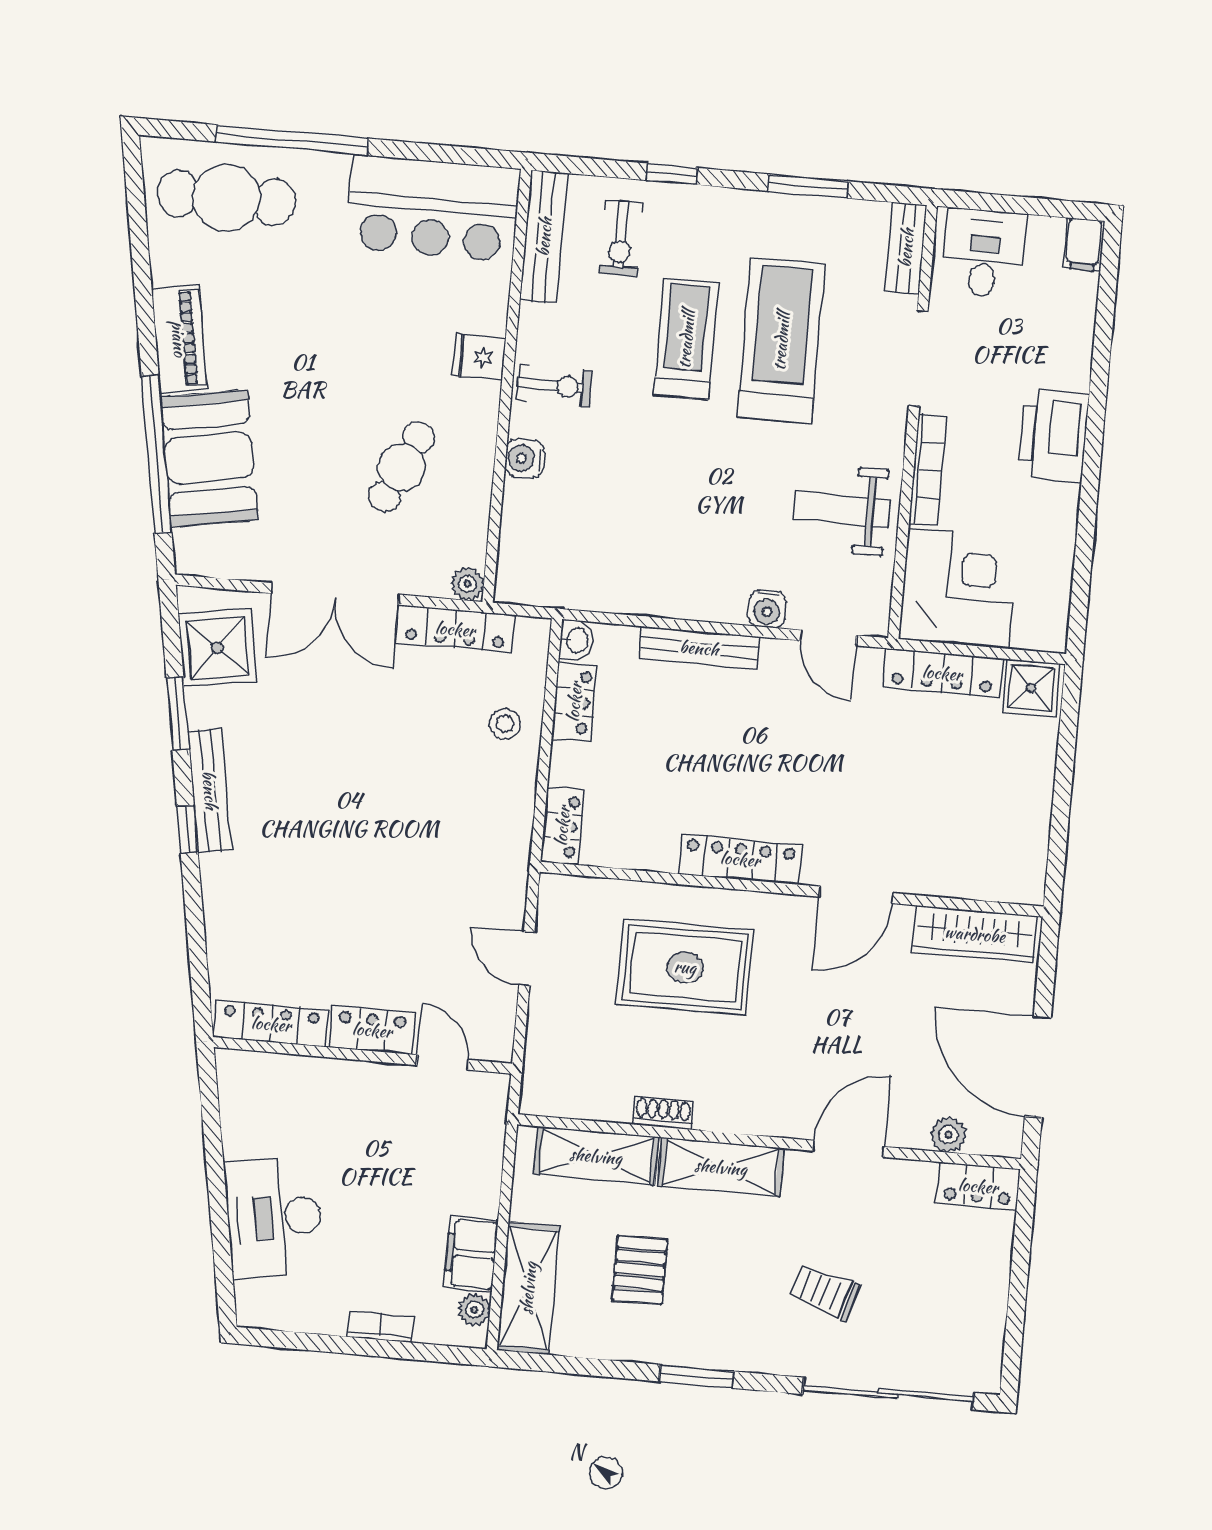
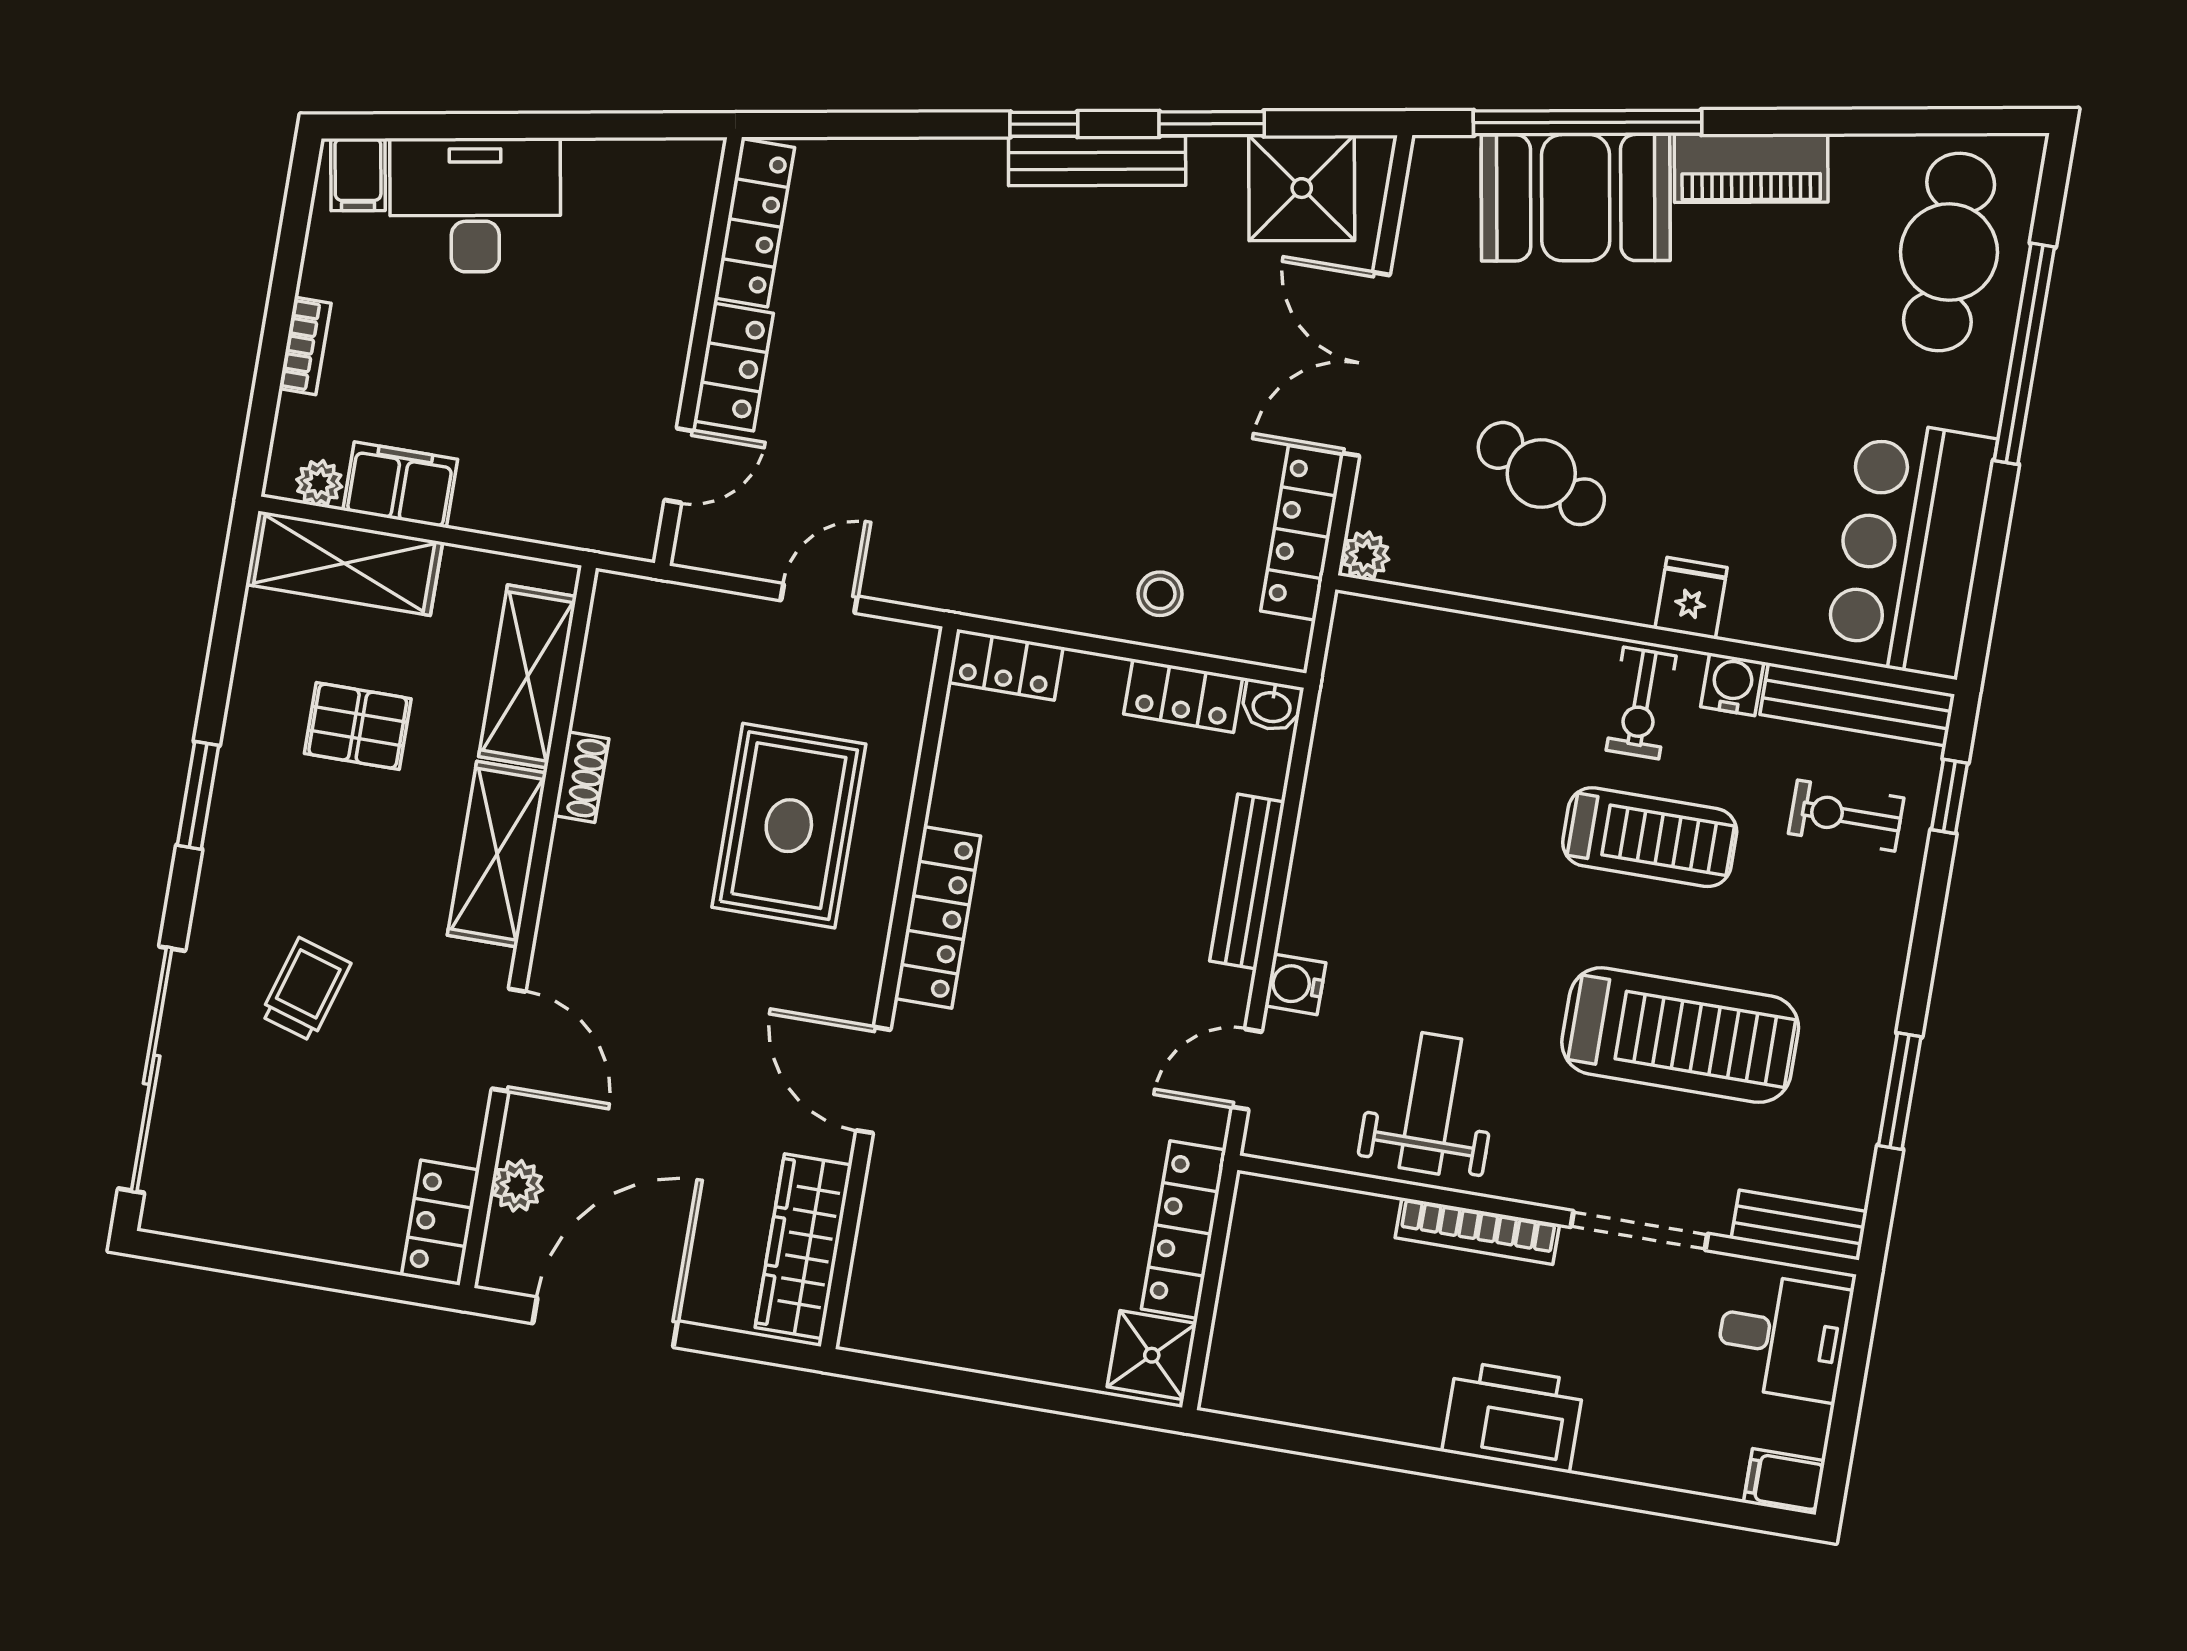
window: (672, 174) -> (1950, 796), moved
treadmill: (686, 339) -> (1650, 837), moved
water cooler: (524, 458) -> (1732, 684), moved
corner desk: (959, 587) -> (1305, 1263), removed
filing cabinet: (259, 1300) -> (358, 175), added

